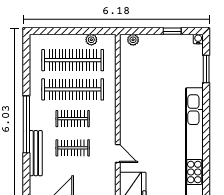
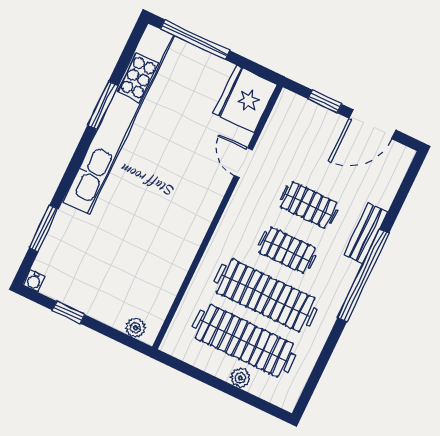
plant: (91, 40) -> (240, 378), moved
window: (206, 148) -> (103, 105), added
bench: (36, 153) -> (366, 233), width x0.73

